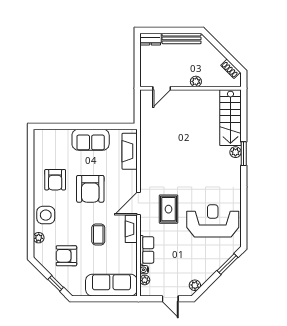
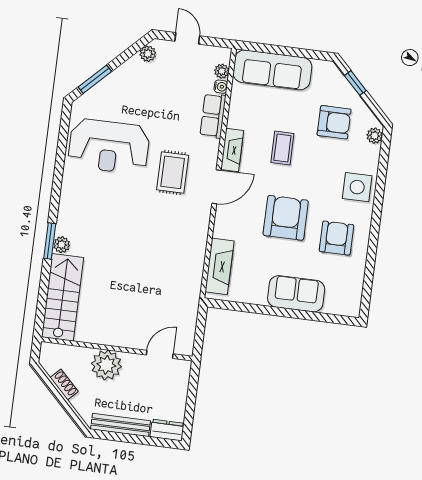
shoe rack: (231, 69) -> (64, 384), moved
plant: (196, 81) -> (106, 365), width x1.88, depth x1.88
sofa: (91, 140) -> (296, 294), moved
plant: (39, 238) -> (375, 136), moved

